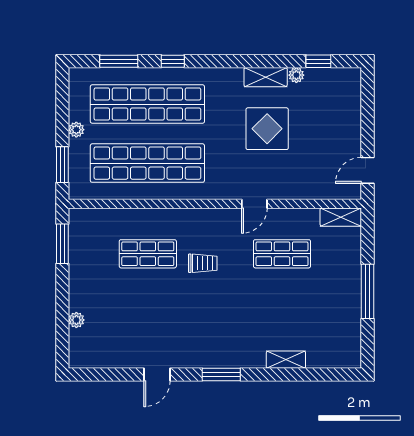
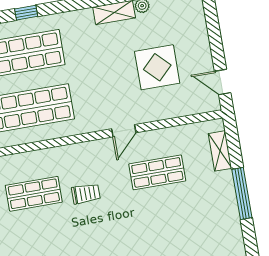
display table: (267, 129) -> (157, 67), moved
door: (367, 170) -> (223, 82), hinge flipped
shelving: (341, 217) -> (220, 151), moved, turned 90

